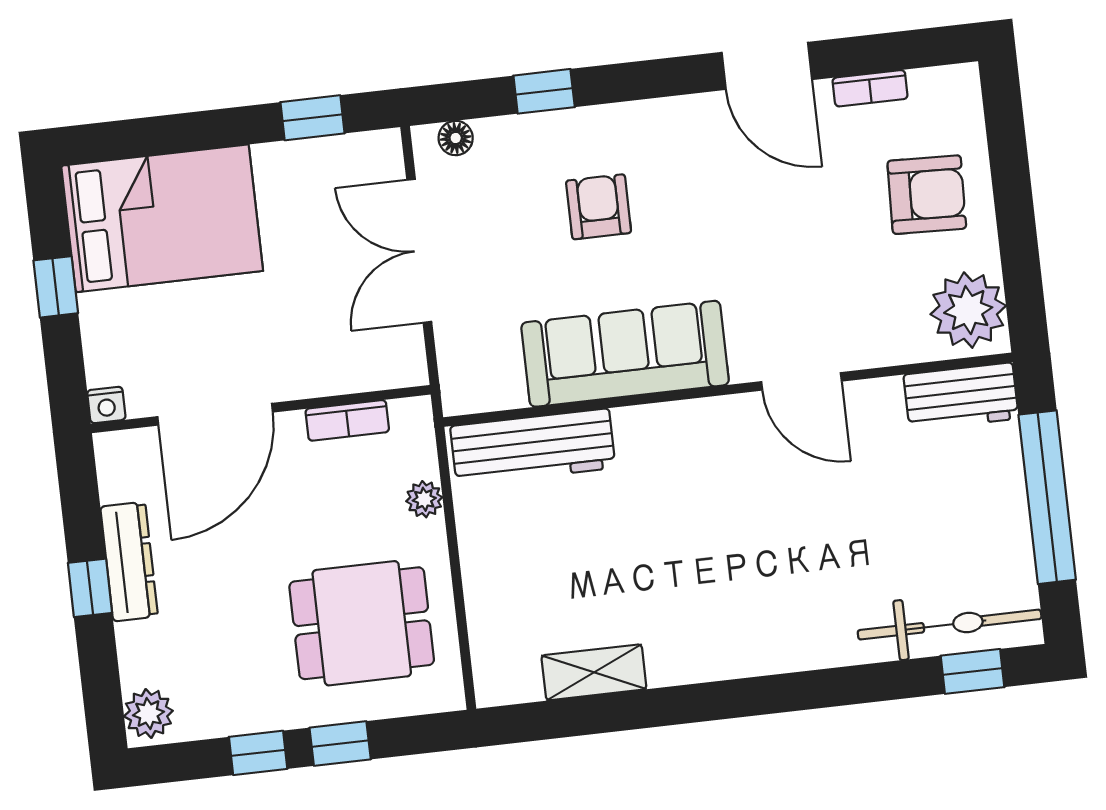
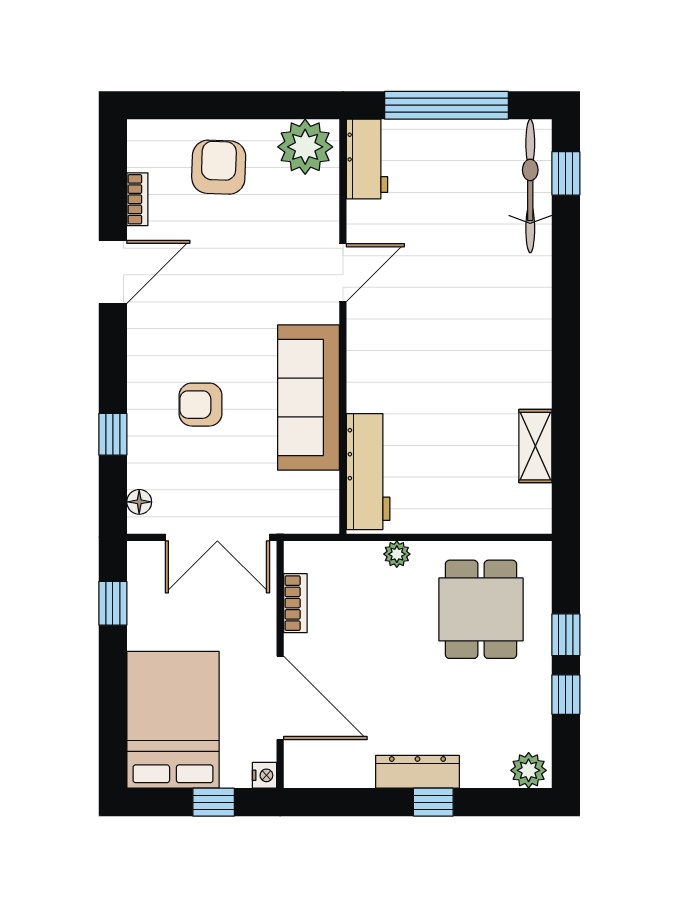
nightstand: (106, 405) -> (265, 775), moved
wall: (261, 409) -> (280, 664), moved
door: (215, 414) -> (280, 698), moved
bookcase: (347, 420) -> (295, 603), moved

